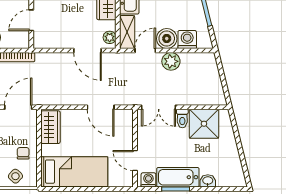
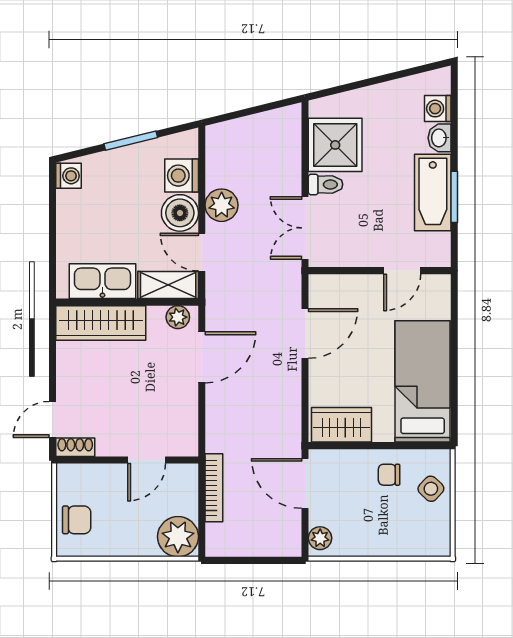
door: (31, 20) -> (147, 460), hinge flipped
double door: (159, 107) -> (305, 228), swing flipped
washing machine: (148, 180) -> (438, 109), moved

